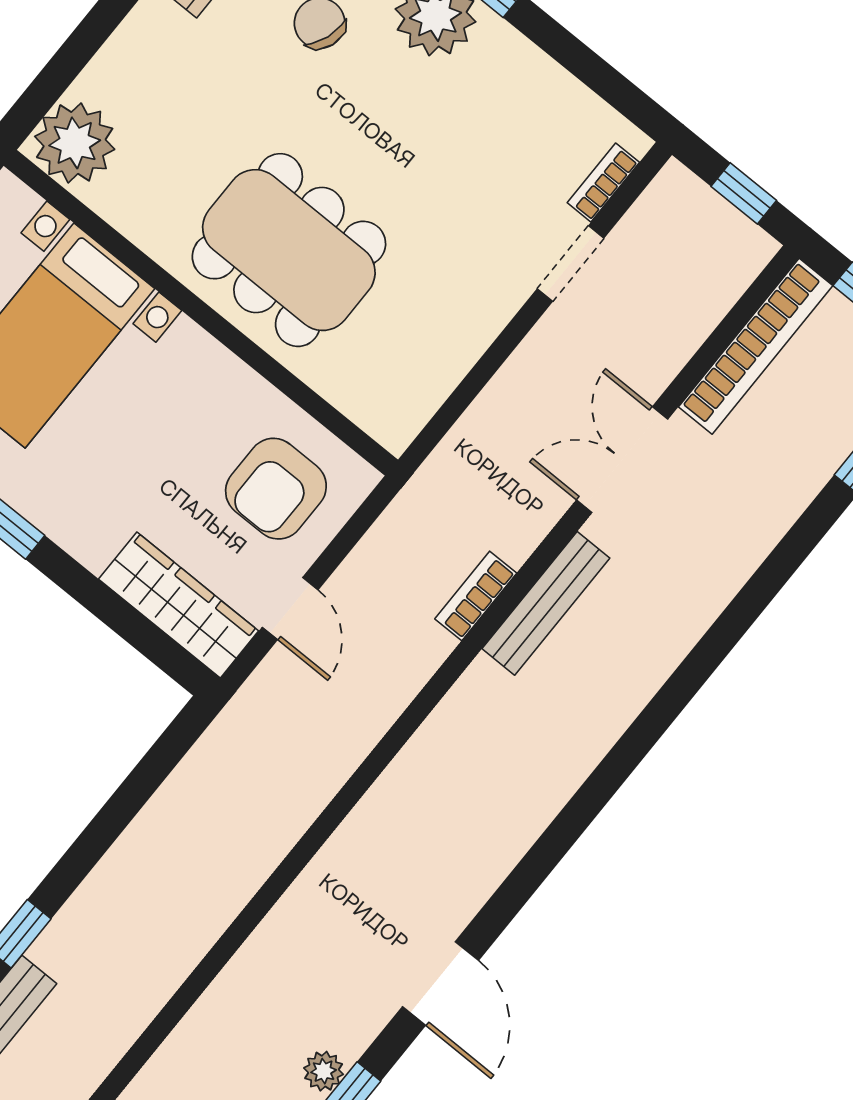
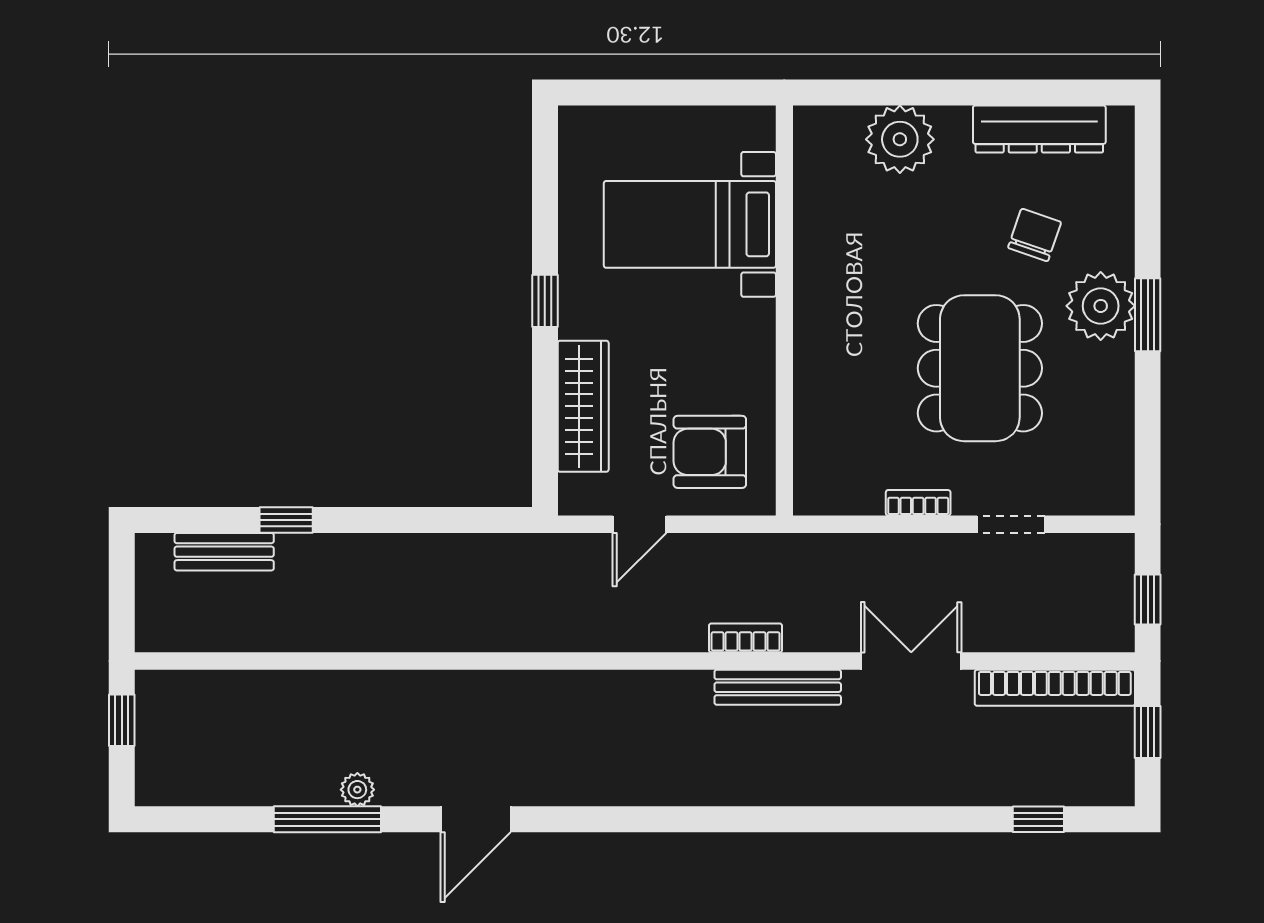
plant: (75, 143) -> (900, 139), moved
bookcase: (603, 183) -> (918, 503), moved
dining table: (289, 250) -> (980, 368), moved
wardrobe: (179, 605) -> (583, 406), moved

